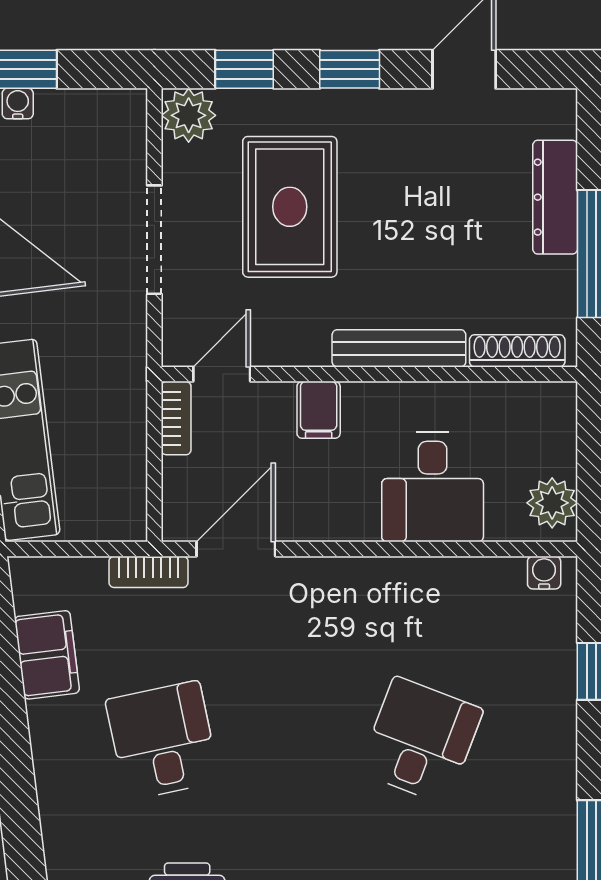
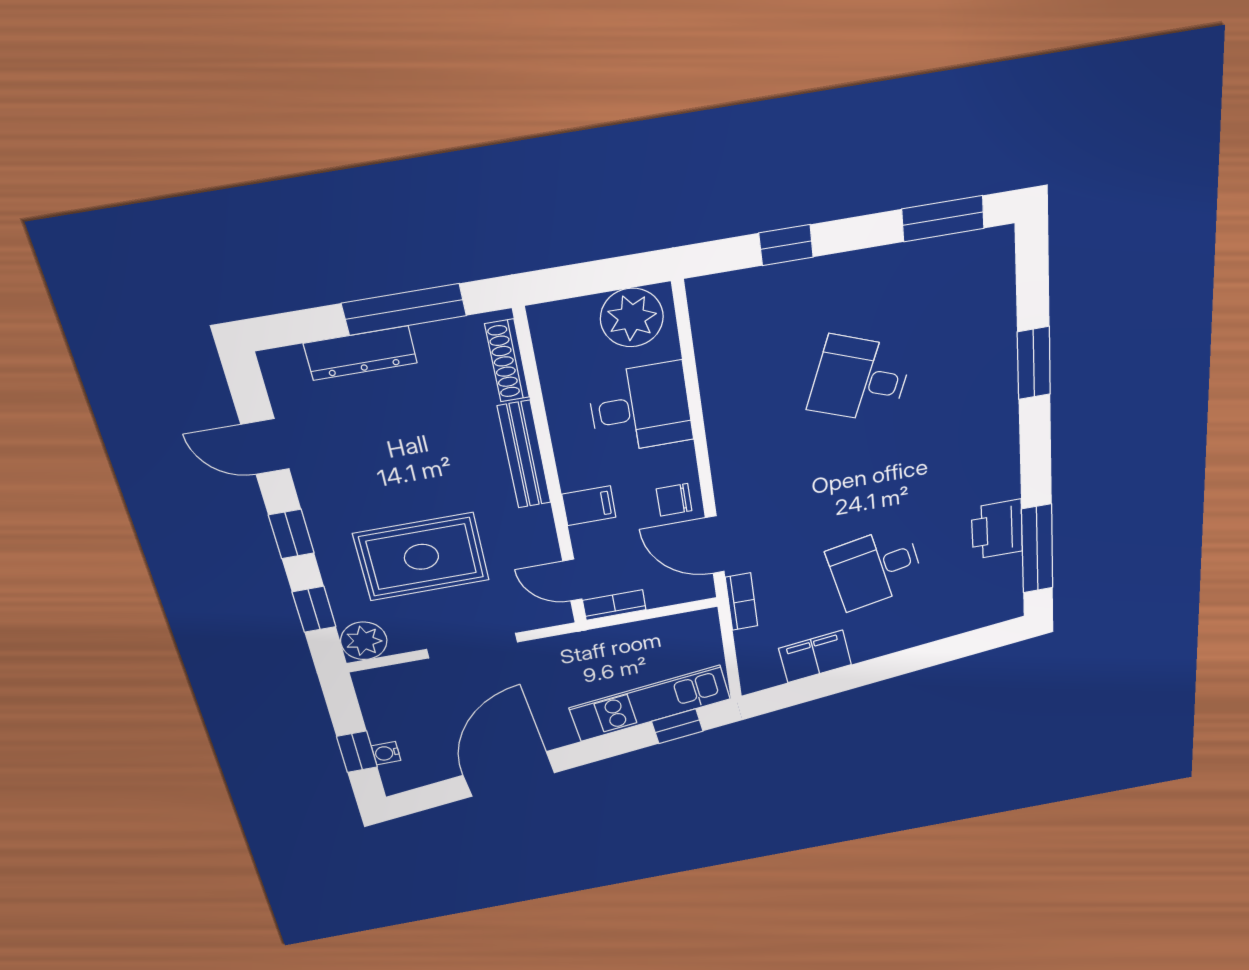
plant: (552, 503) -> (632, 318), width x1.36, depth x1.36
chair: (307, 509) -> (674, 500), added
water cooler: (544, 573) -> (702, 305), removed

